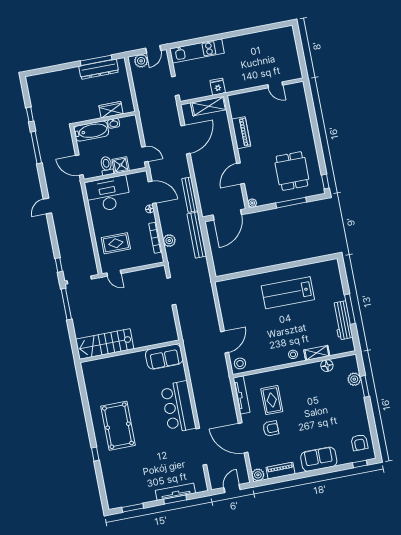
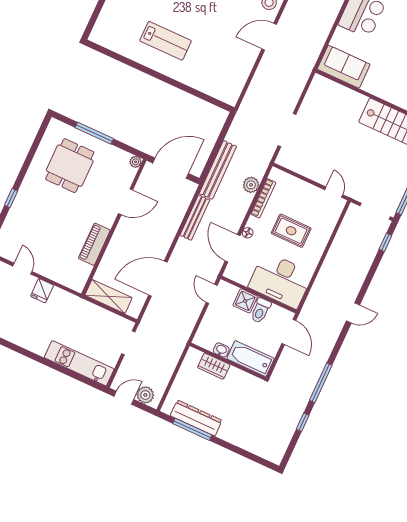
fridge: (218, 87) -> (42, 291), moved
window: (325, 182) -> (11, 198), moved
rug: (116, 243) -> (291, 231), moved
lab bench: (288, 293) -> (166, 41), width x0.73, depth x0.72

